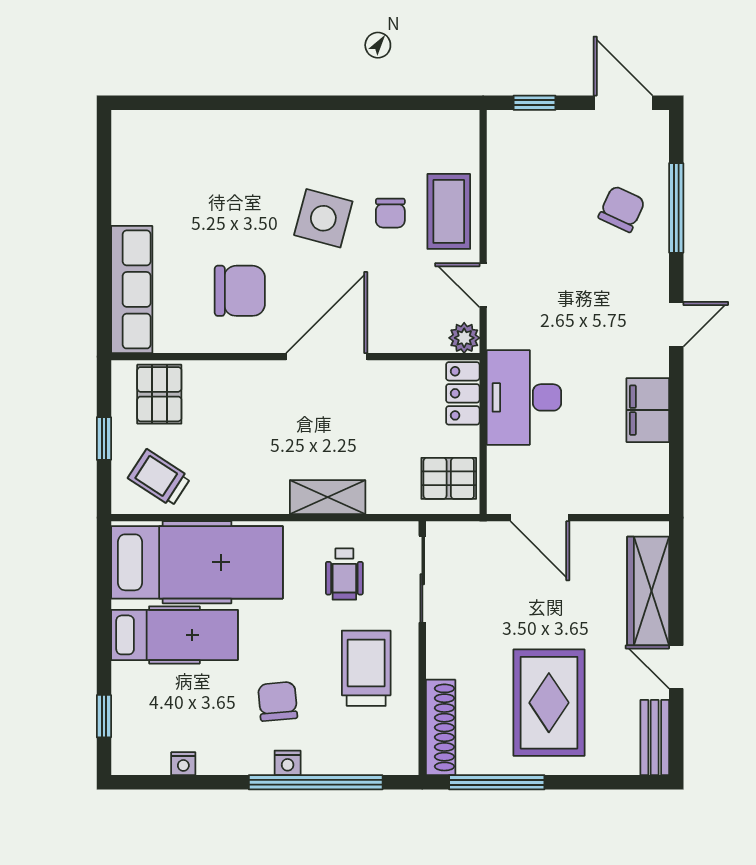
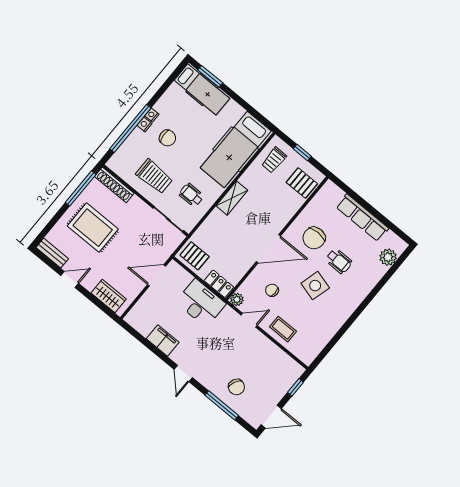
plant: (164, 130) -> (388, 257), added
coffee table: (449, 211) -> (283, 329), width x0.73, depth x0.77
wheelchair: (244, 212) -> (339, 261), added
chair: (390, 213) -> (272, 290), moved
row of seats: (132, 289) -> (362, 218), moved
door: (327, 357) -> (268, 249), hinge flipped
trolley: (159, 478) -> (274, 160), turned 147
pallet: (449, 478) -> (195, 256), turned 90
shelving: (328, 497) -> (232, 198), moved
wardrobe: (648, 591) -> (109, 296), width x0.67
hospital bed: (174, 635) -> (202, 89), moved, turned -90
window: (104, 716) -> (210, 76), width x1.50
nightstand: (183, 764) -> (152, 115), moved

